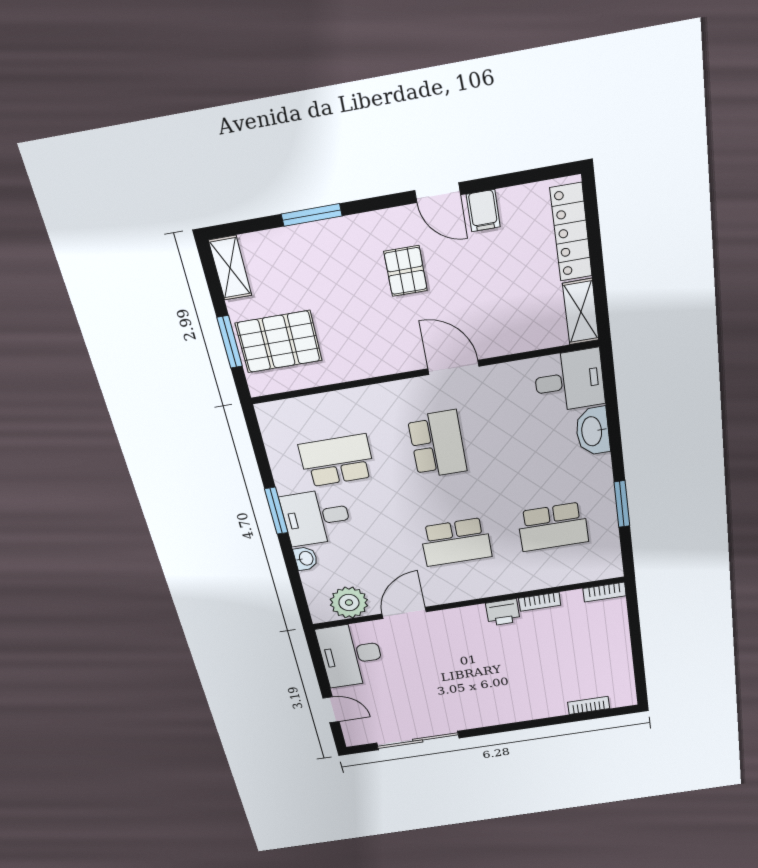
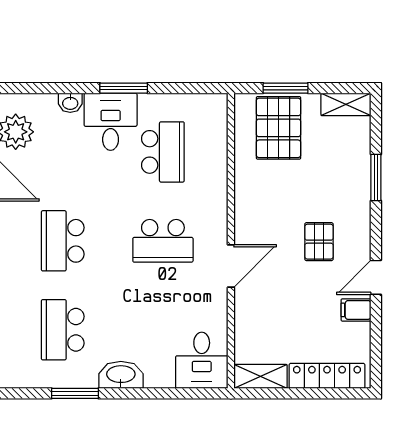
pallet: (406, 271) -> (319, 242), turned 90
washbasin: (593, 431) -> (121, 375), moved

